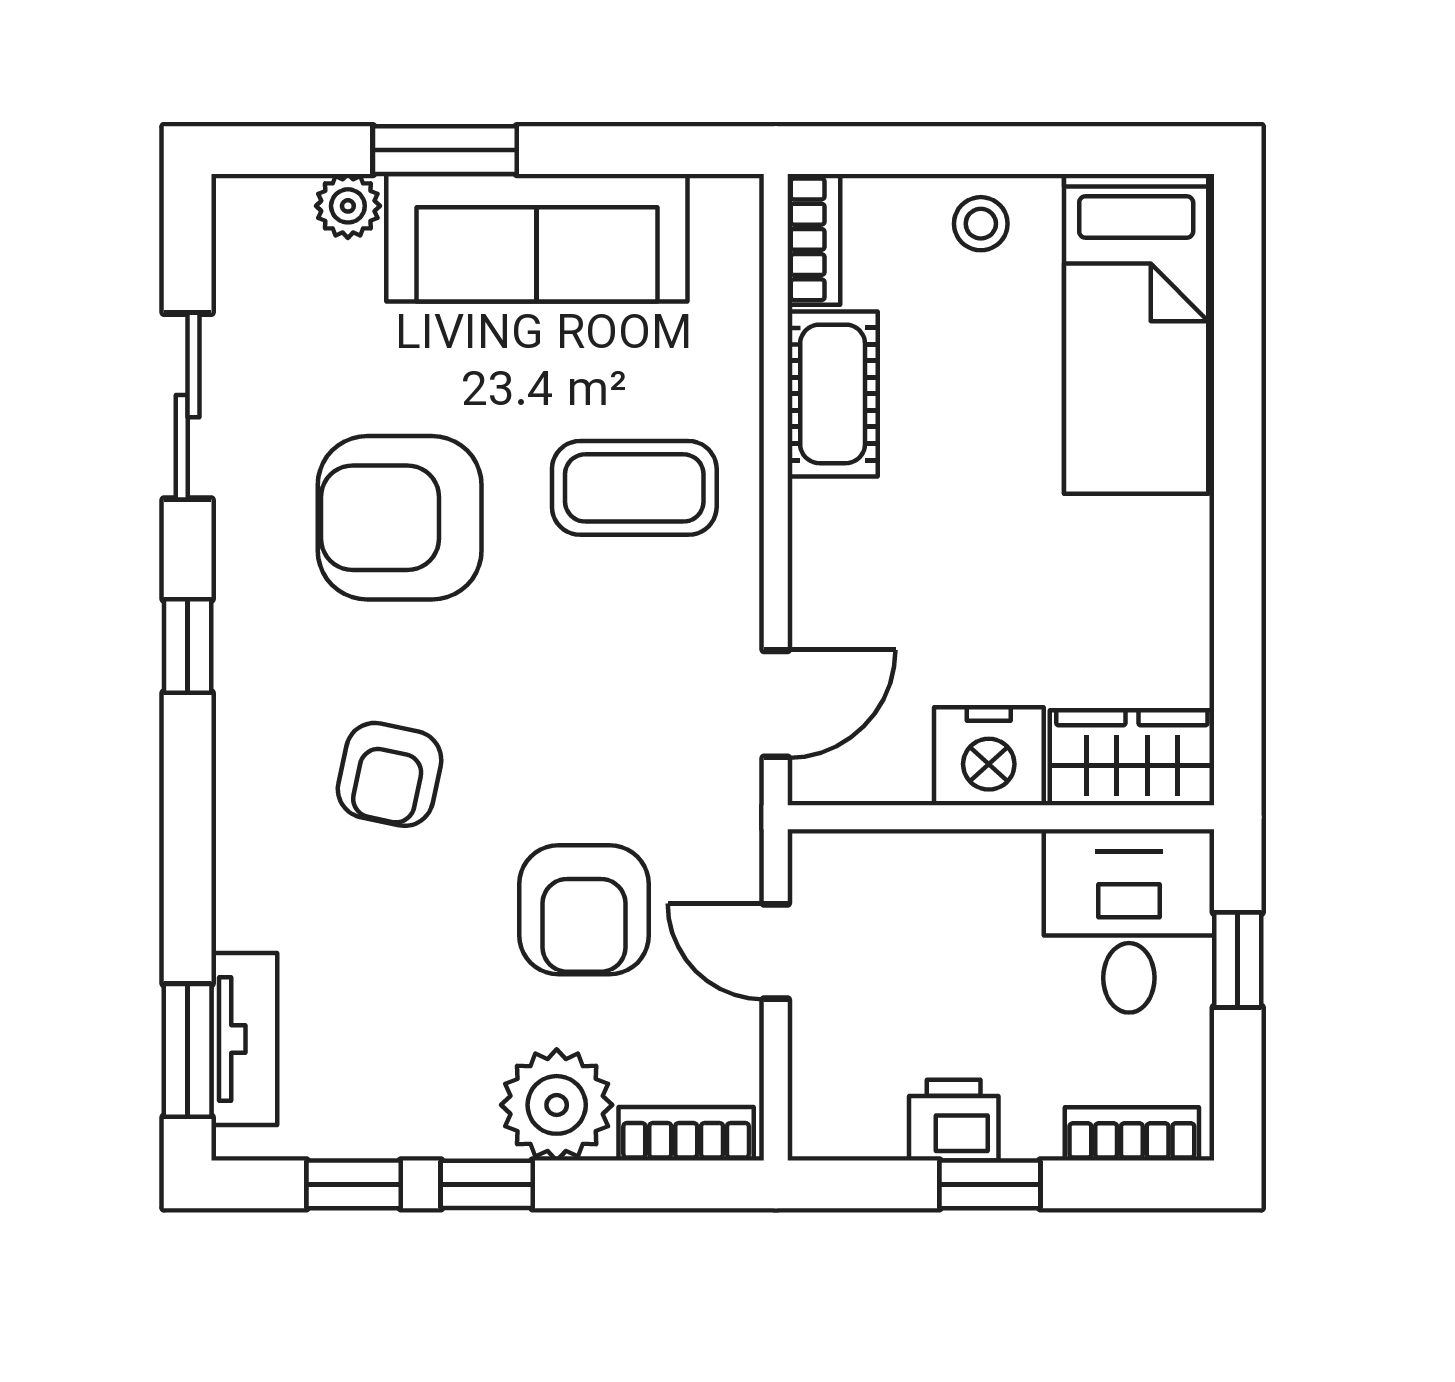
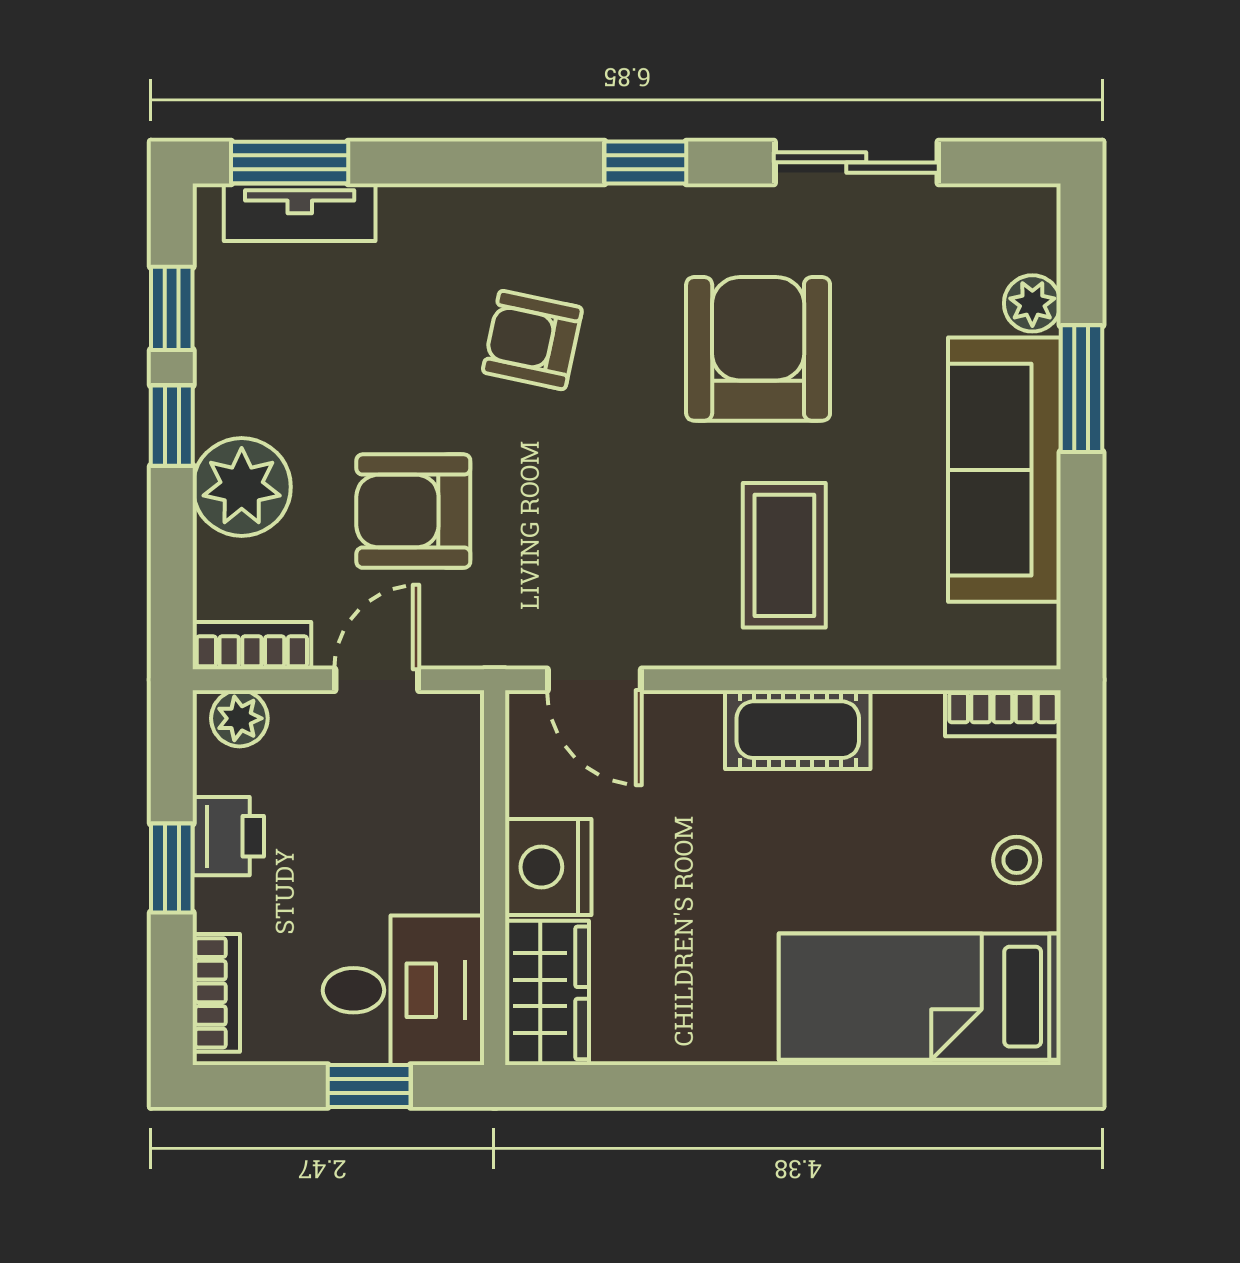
cot: (833, 394) -> (798, 730), moved
plant: (820, 1108) -> (239, 718), added
bookcase: (686, 1134) -> (252, 646), moved, turned -90

